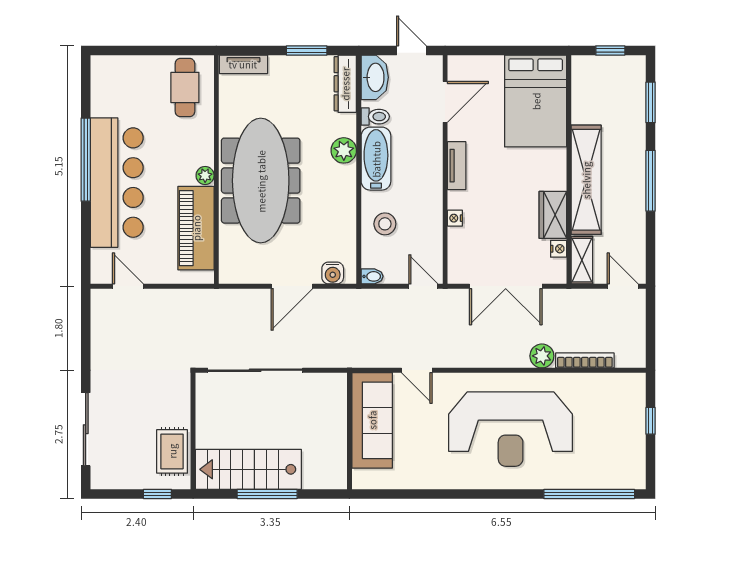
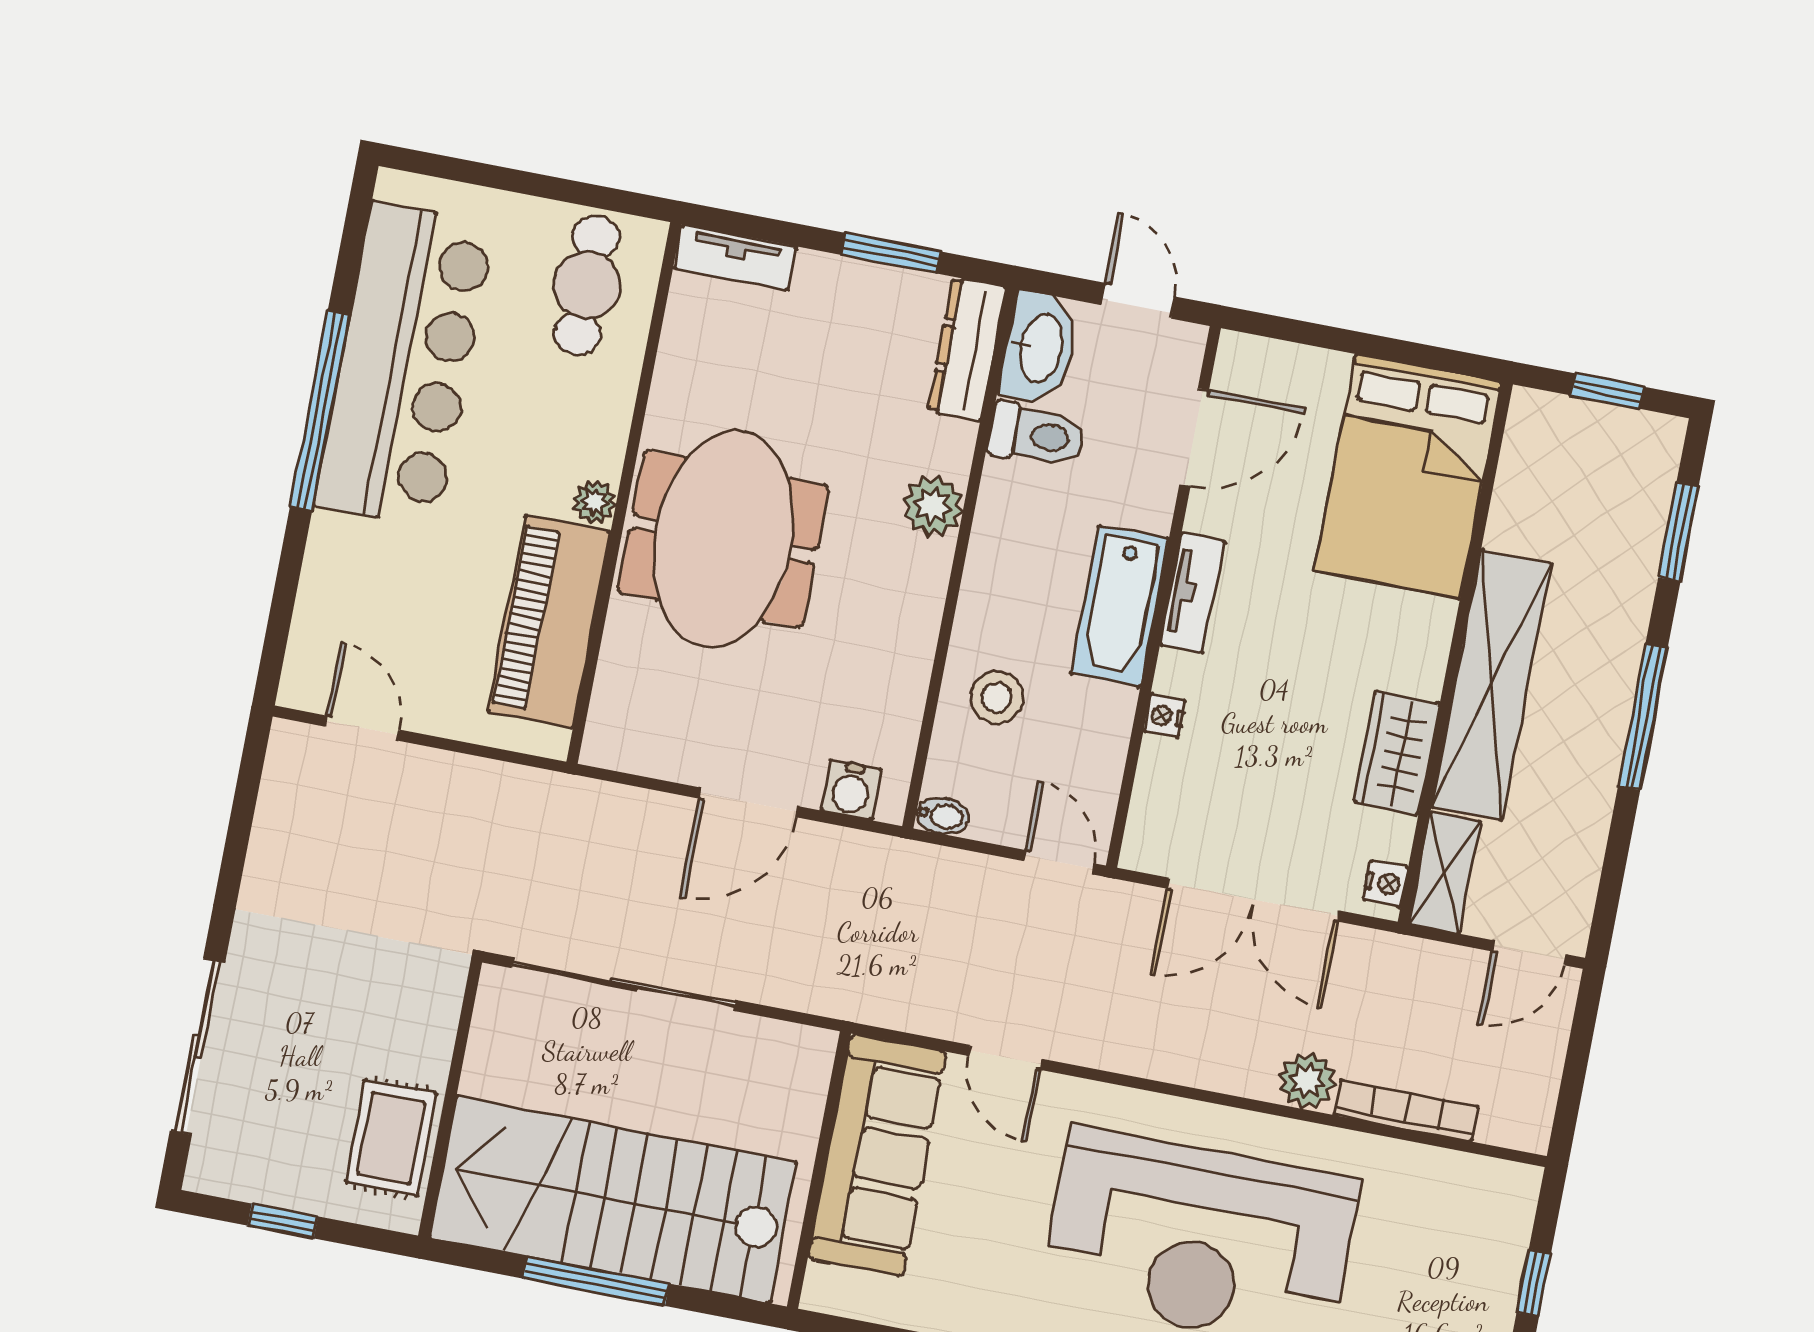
toilet: (375, 117) -> (1037, 435), width x1.37, depth x1.39
bathtub: (376, 159) -> (1120, 606), moved, turned 180
meeting table: (261, 181) -> (723, 539), width x0.73
bar counter: (117, 183) -> (405, 365), moved
nightstand: (559, 249) -> (1386, 884), moved
door: (623, 286) -> (1529, 953), swing flipped
stairs: (248, 469) -> (613, 1200), width x1.36, depth x1.51
window: (157, 494) -> (283, 1221), moved

